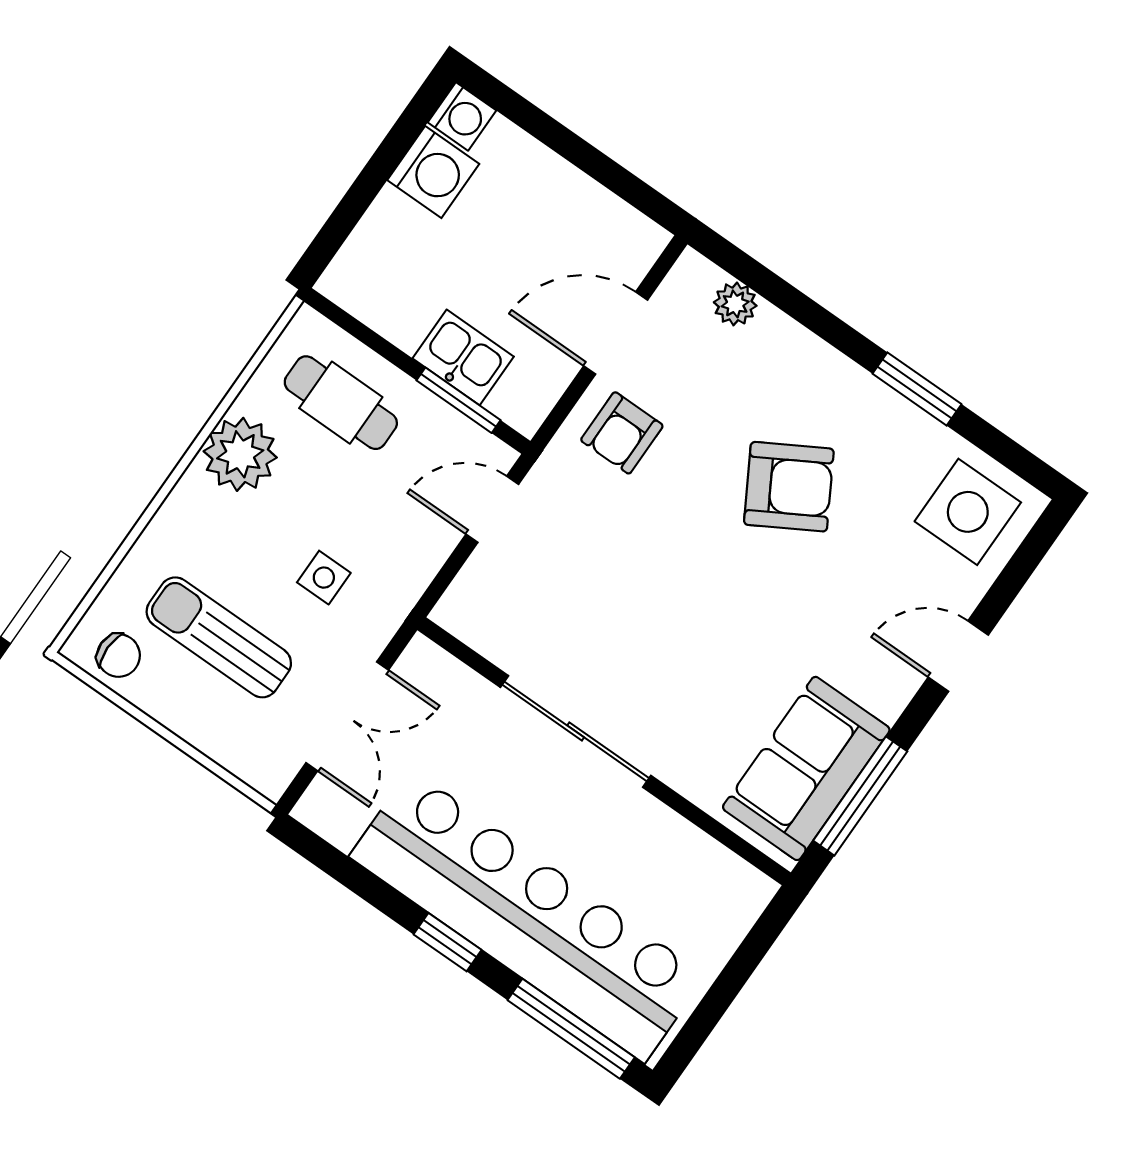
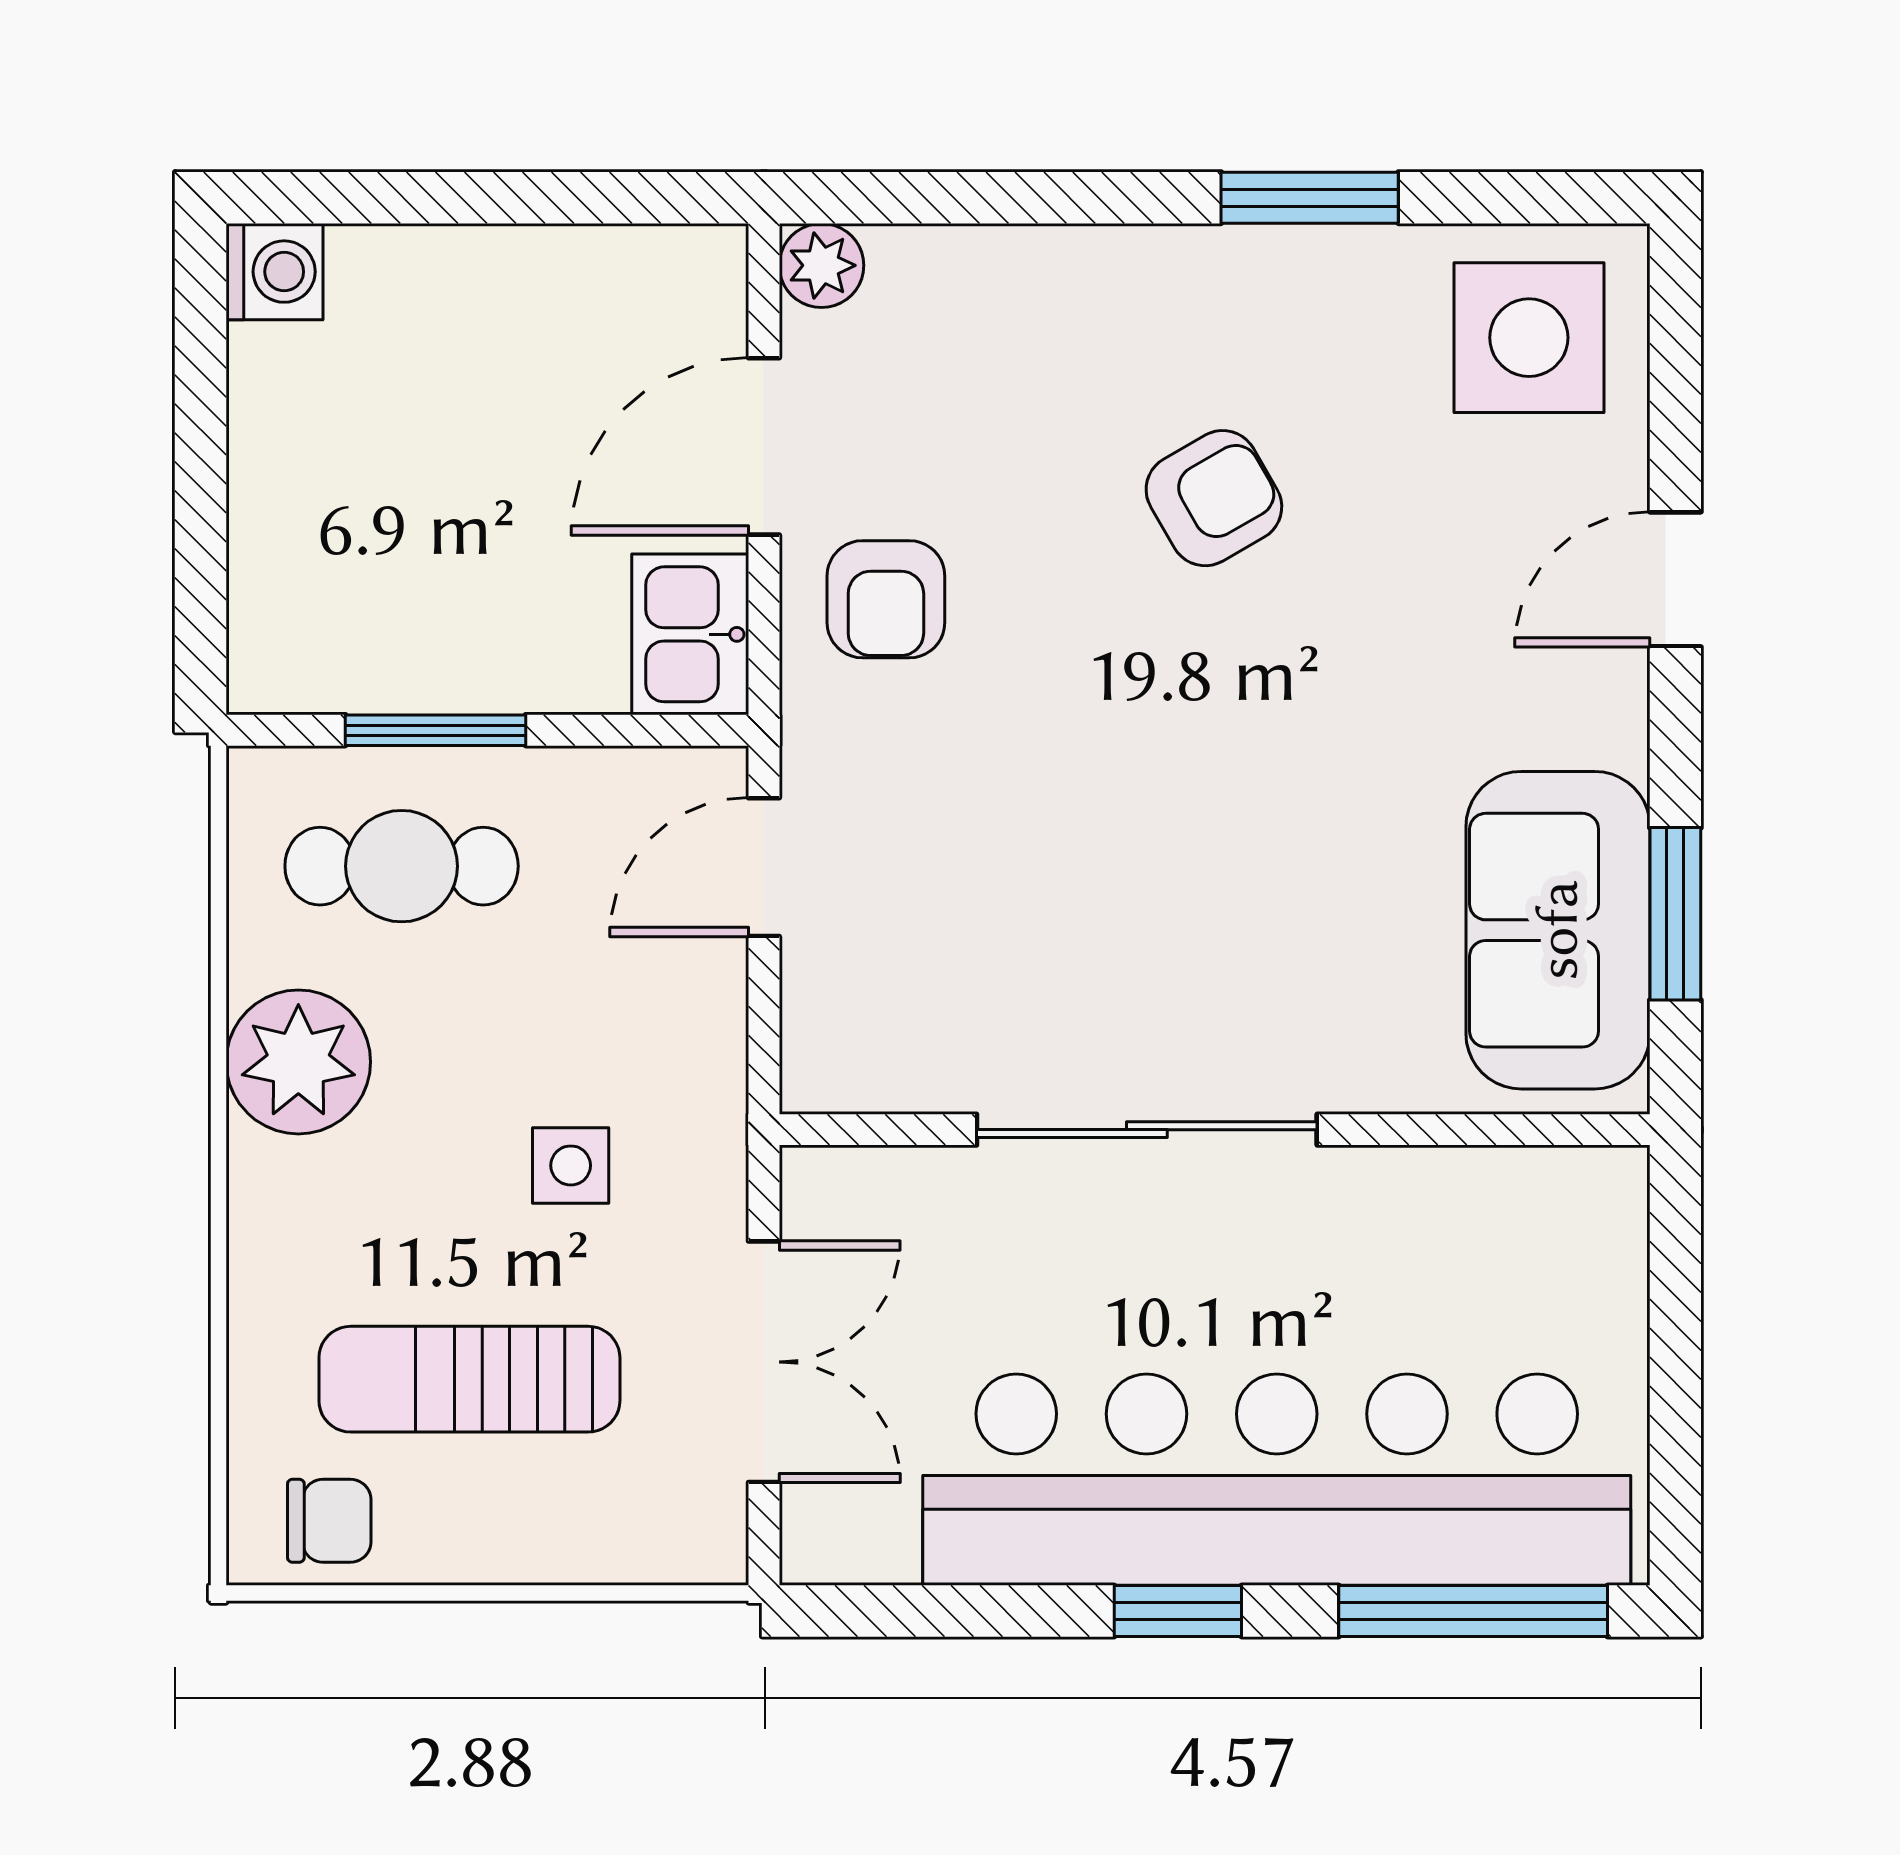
washing machine: (433, 172) -> (291, 393), removed
plant: (735, 304) -> (821, 265), moved
kitchen sink: (463, 357) -> (690, 634), moved, turned -90
window: (459, 400) -> (435, 730), moved
armchair: (789, 487) -> (1214, 498), width x0.72, depth x0.72
window: (860, 796) -> (1675, 914), width x0.69

